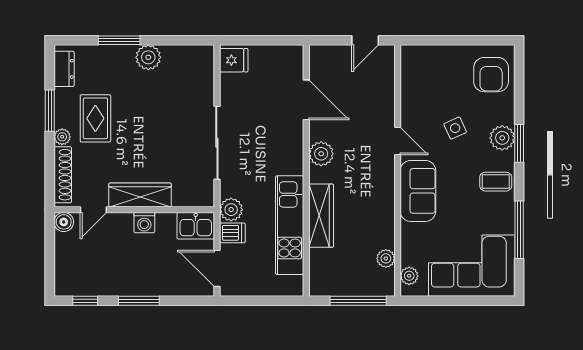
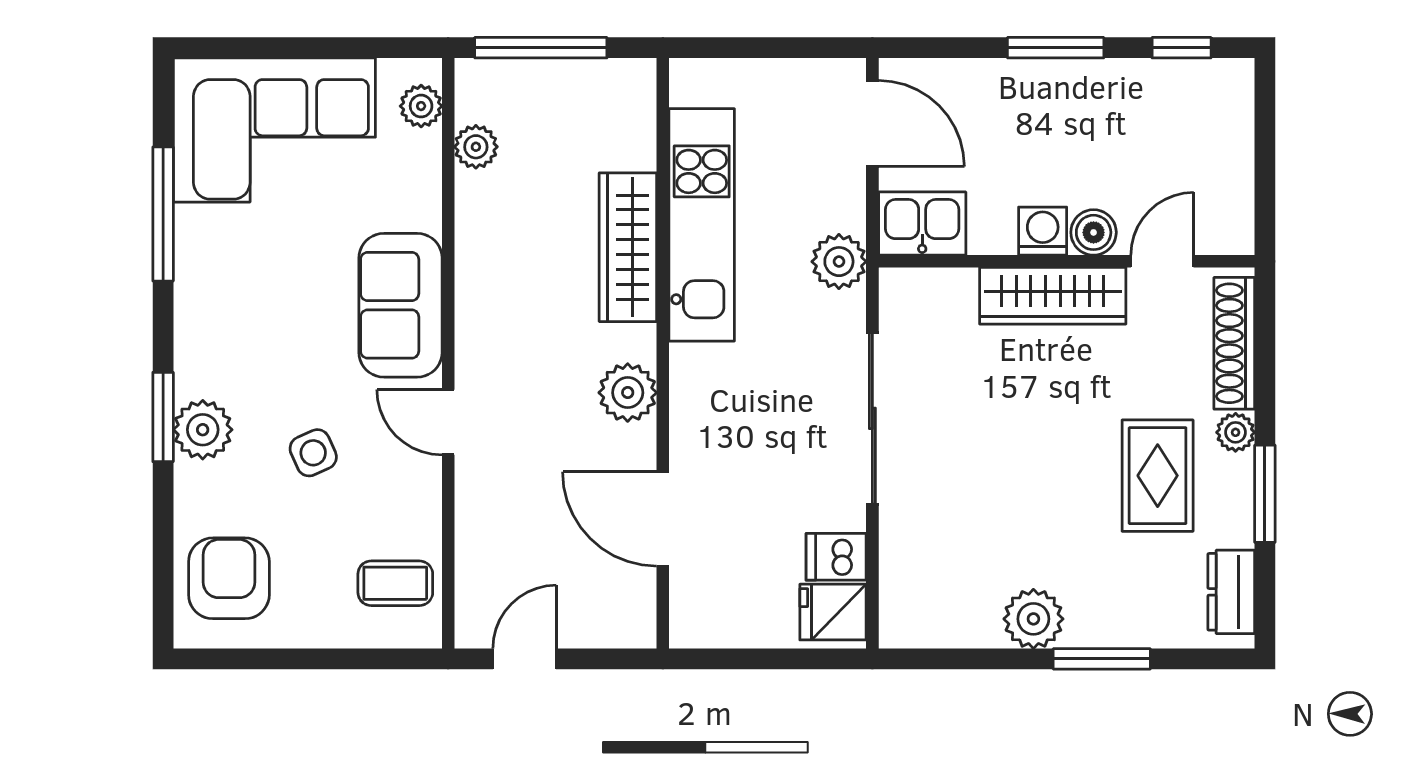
coffee table: (496, 182) -> (395, 583), moved
boiler: (64, 222) -> (1094, 232), moved
dishwasher: (232, 233) -> (836, 557), moved

